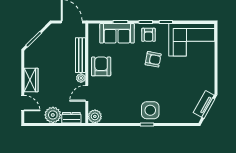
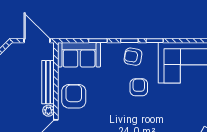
sofa: (117, 33) -> (79, 55), moved
armchair: (149, 35) -> (133, 57), turned 100
armchair: (153, 59) -> (139, 87), turned -101

